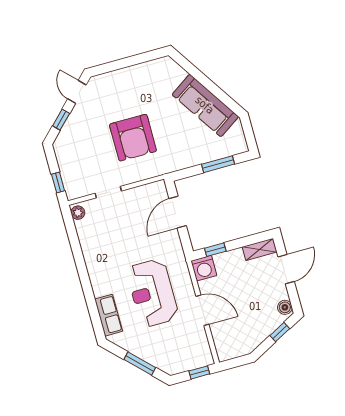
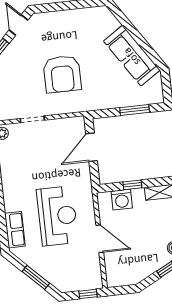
window: (215, 250) -> (132, 185), moved
washing machine: (204, 268) -> (122, 200), moved
reception desk: (152, 293) -> (57, 216), turned 180

